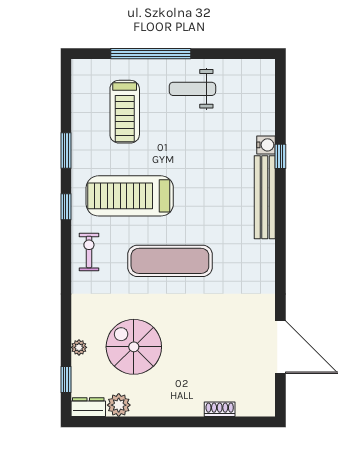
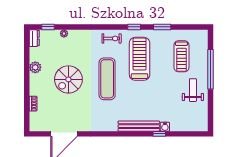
treadmill: (125, 112) -> (181, 56), turned -90
spiral stairs: (134, 347) -> (68, 79), moved, turned 180
plant: (119, 405) -> (35, 67), moved

